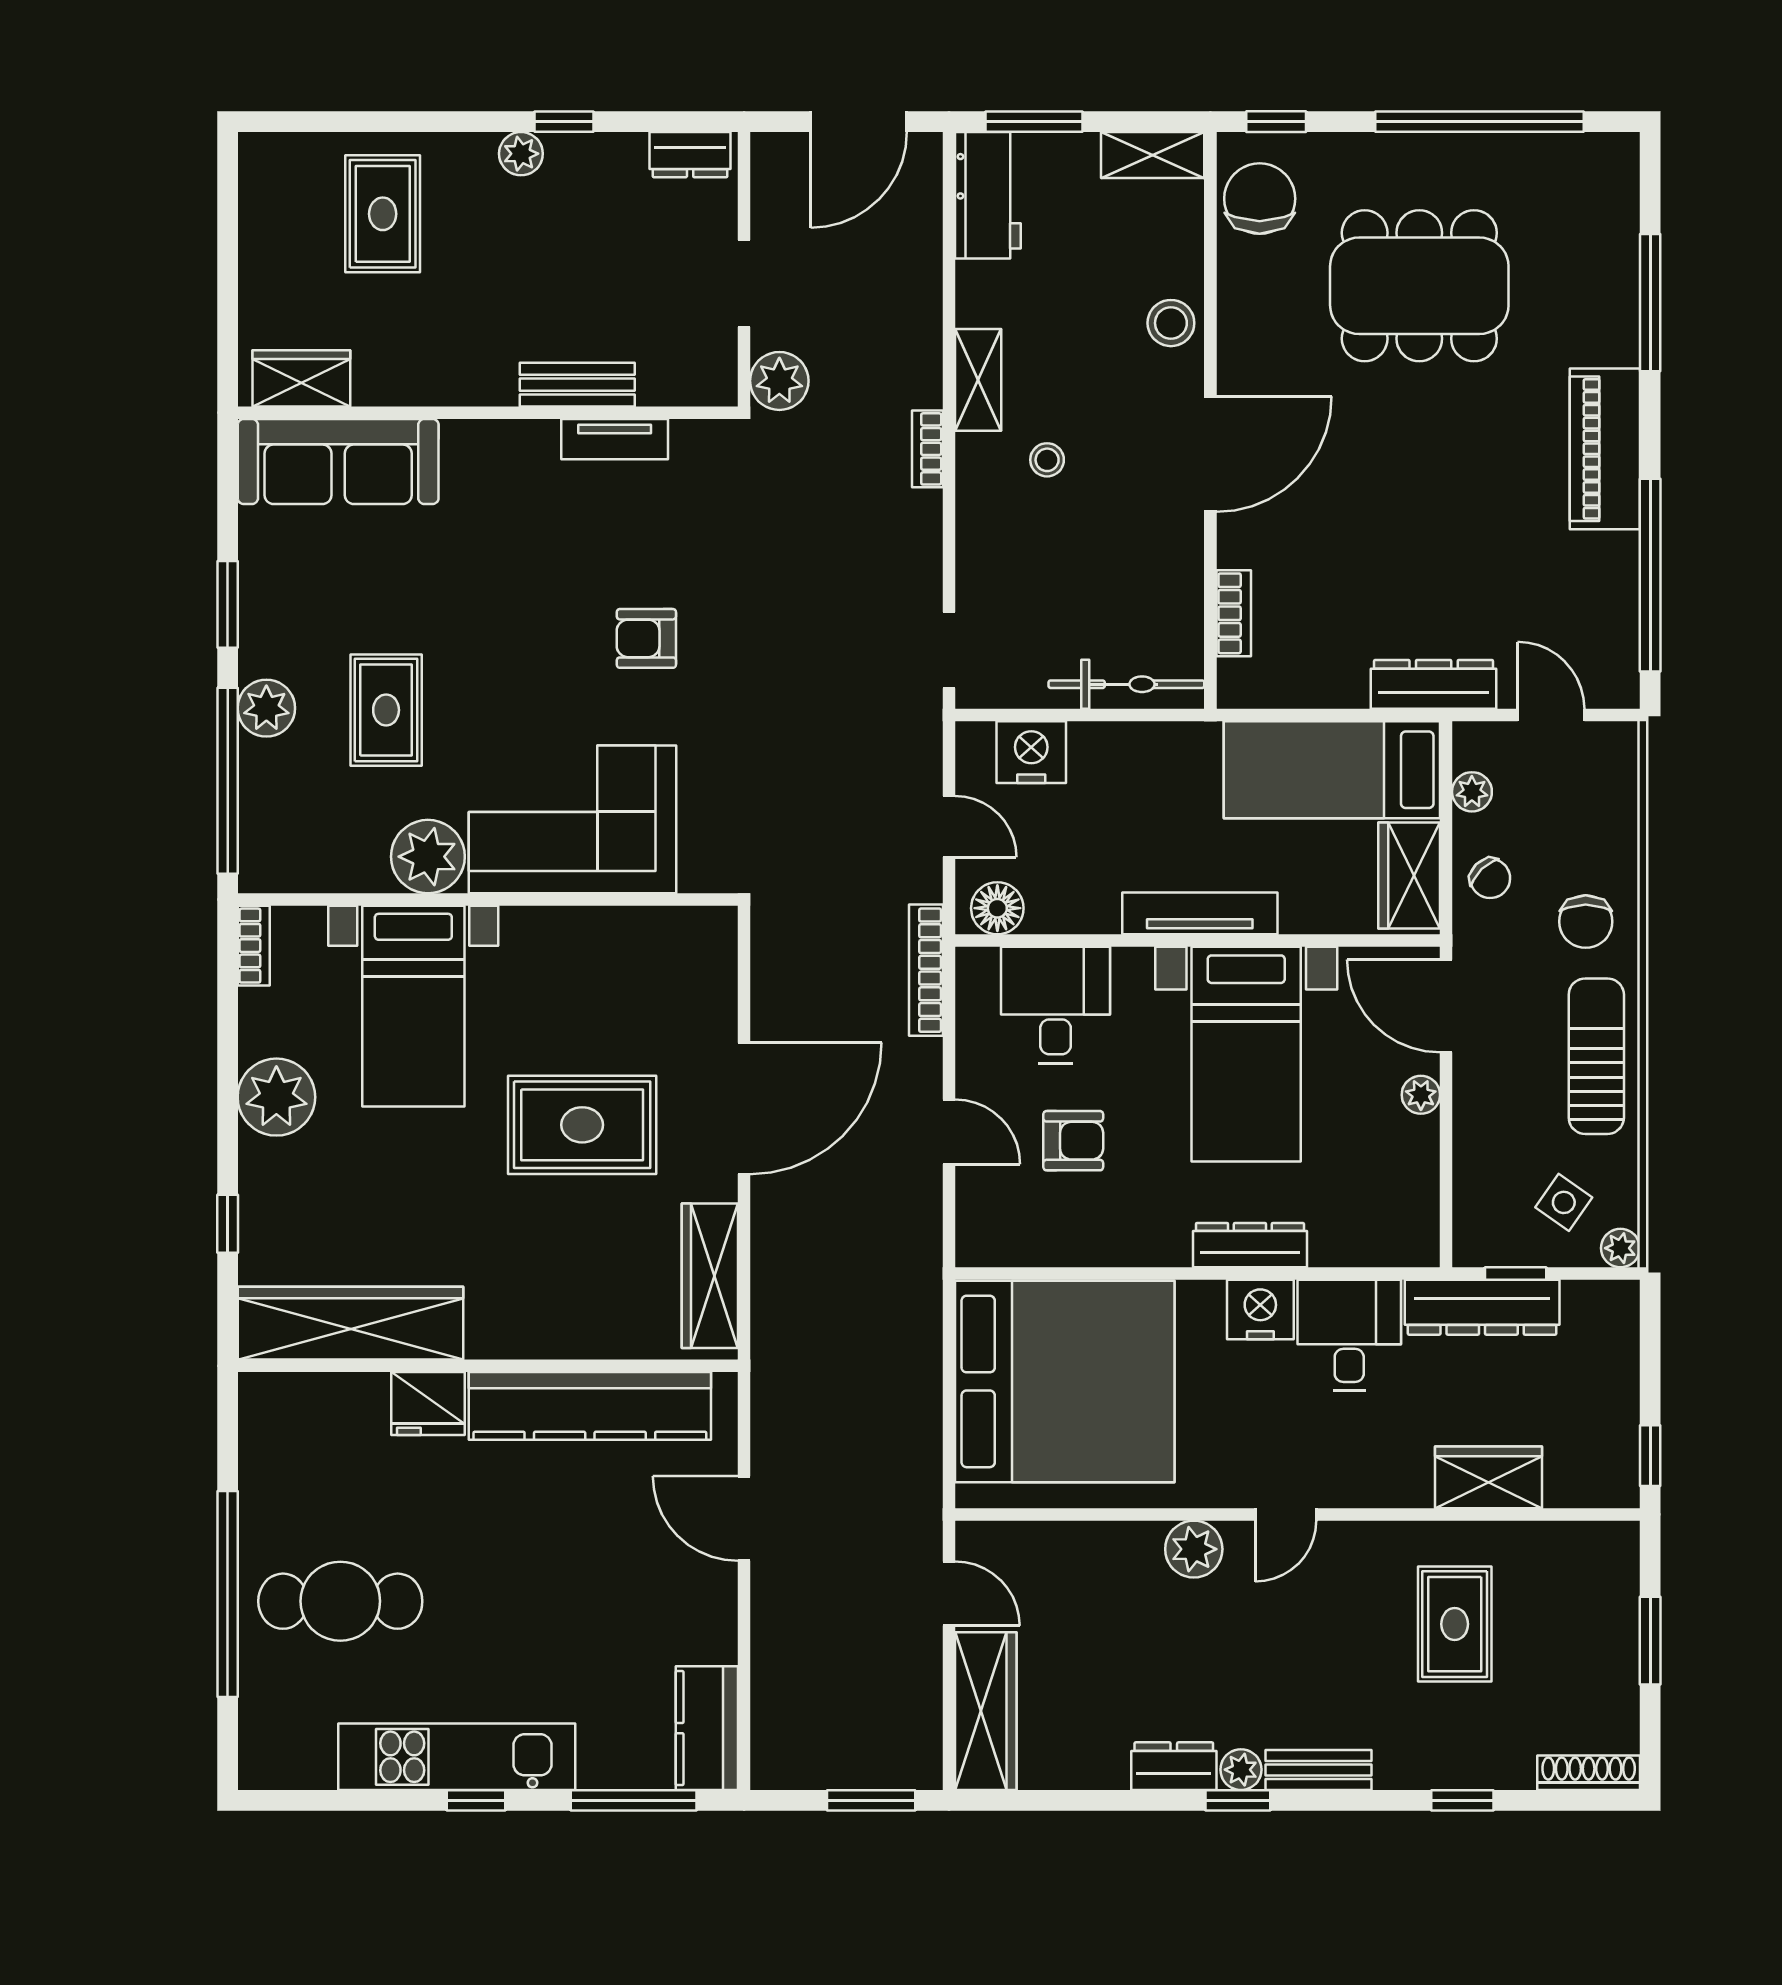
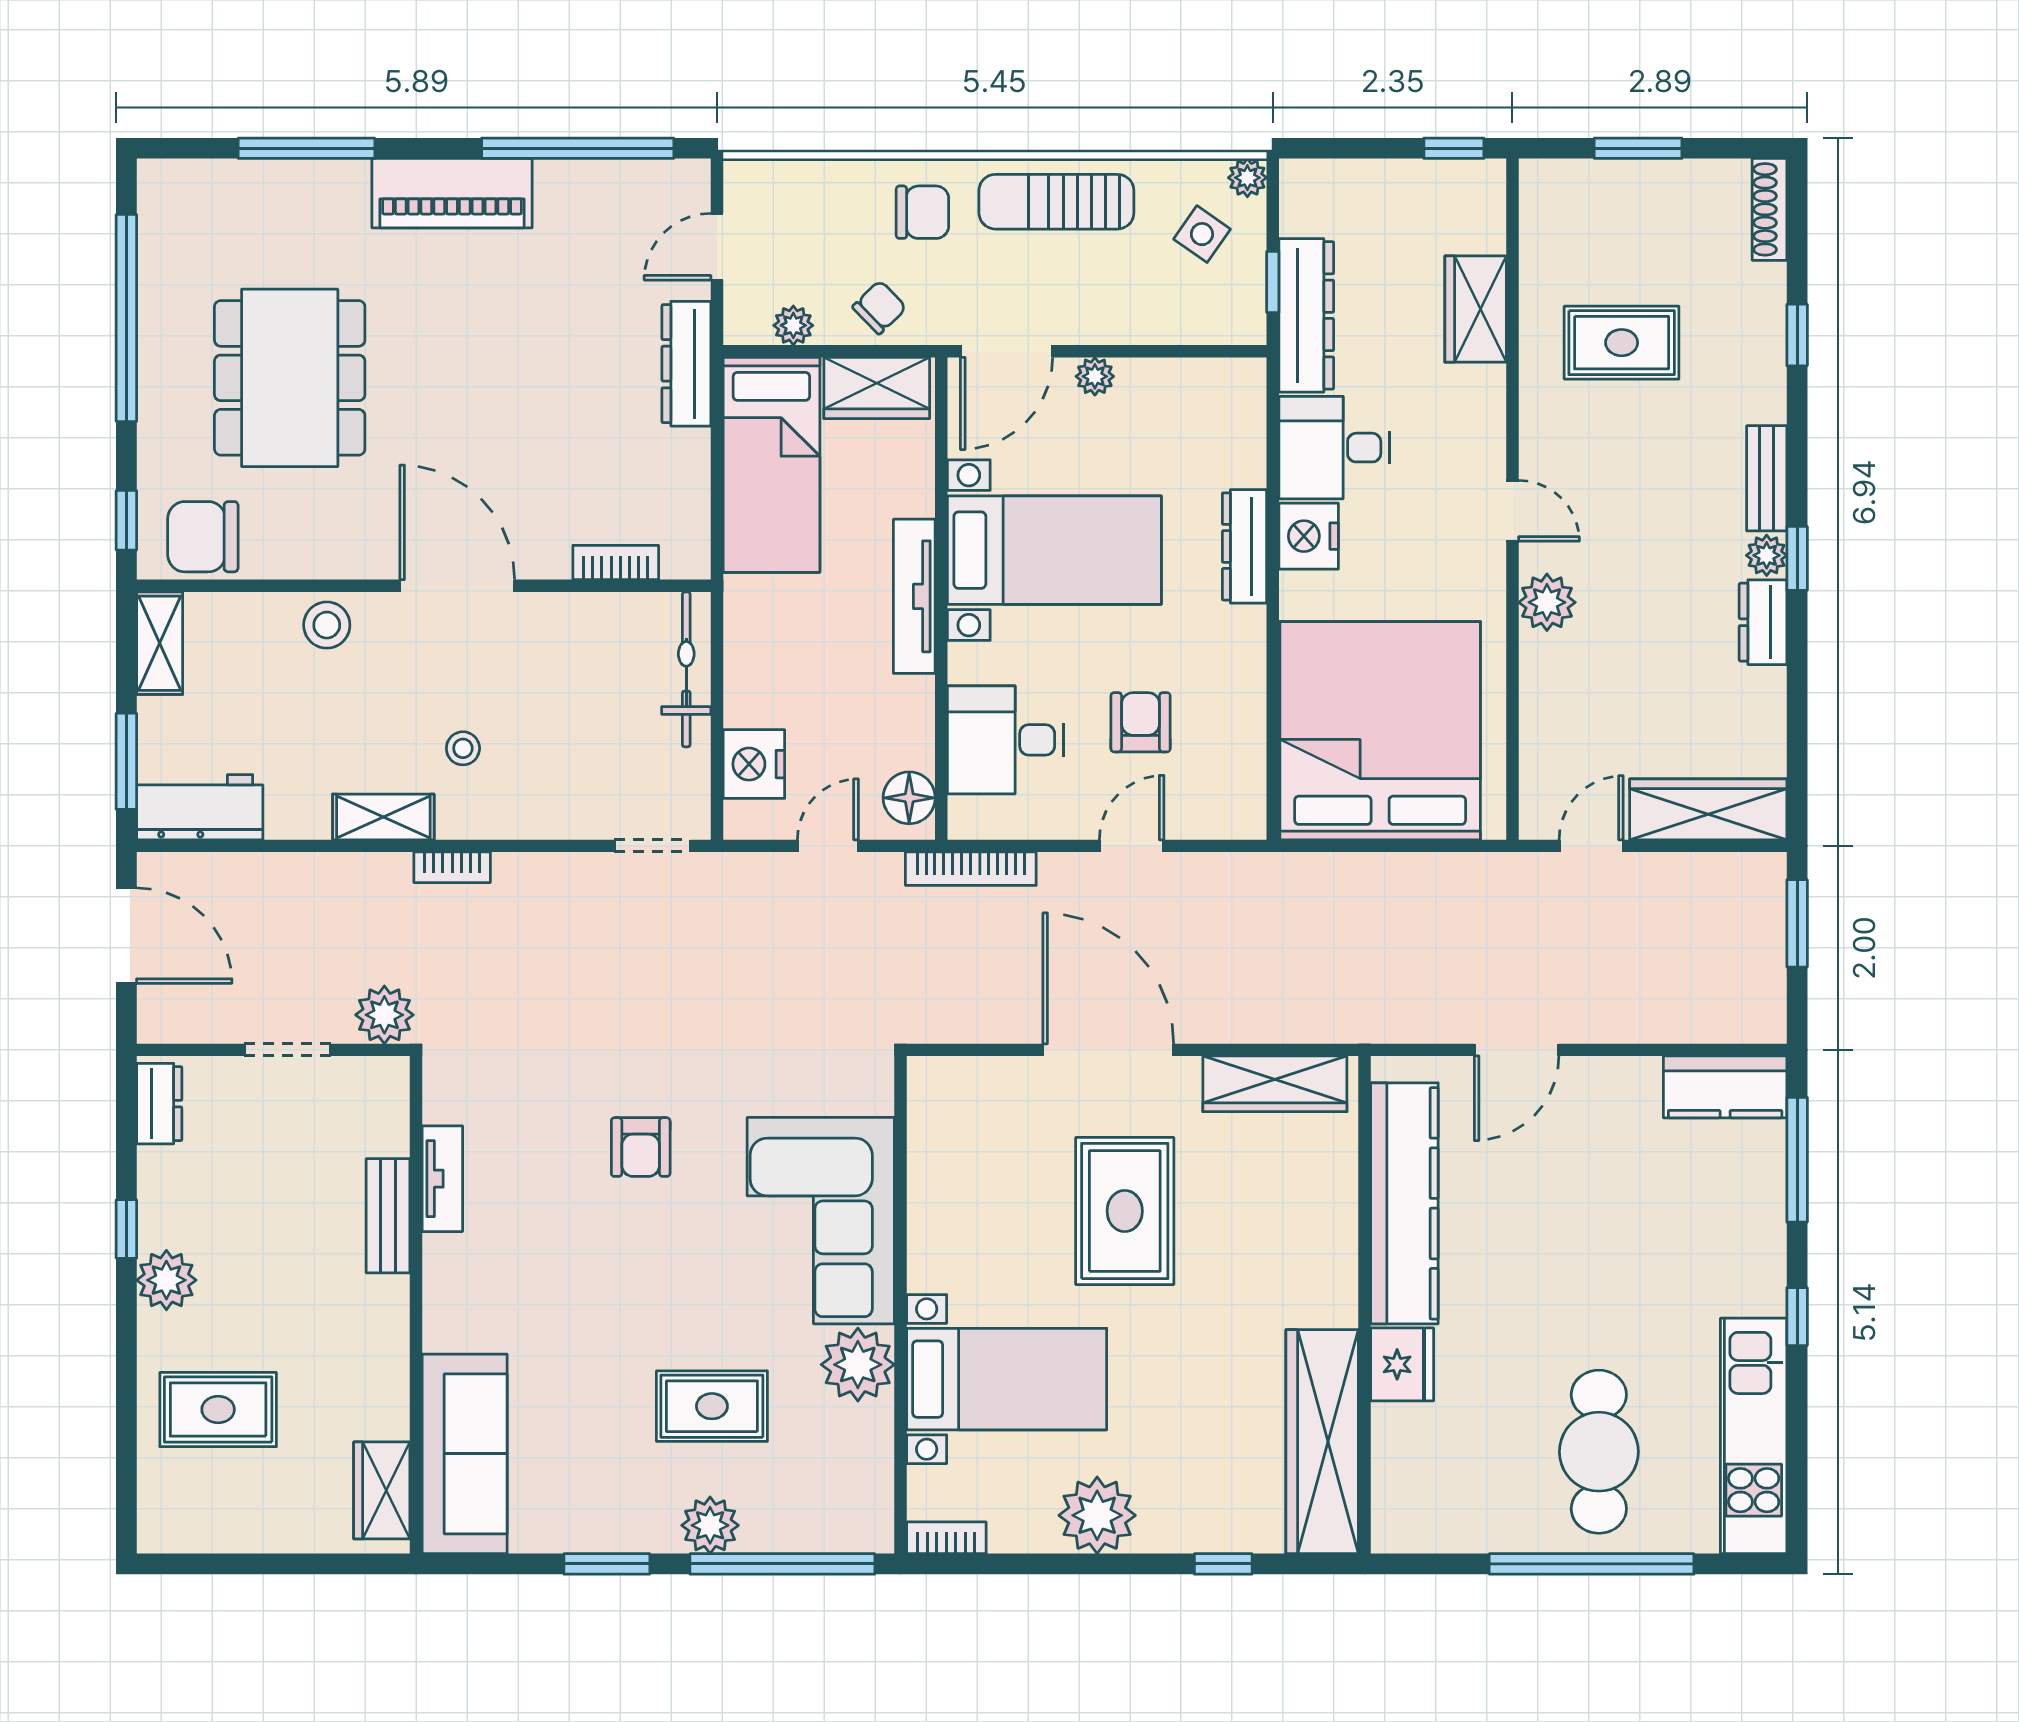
plant: (521, 154) -> (166, 1280), width x1.38, depth x1.38
kitchen unit: (457, 1757) -> (1754, 1436), moved

